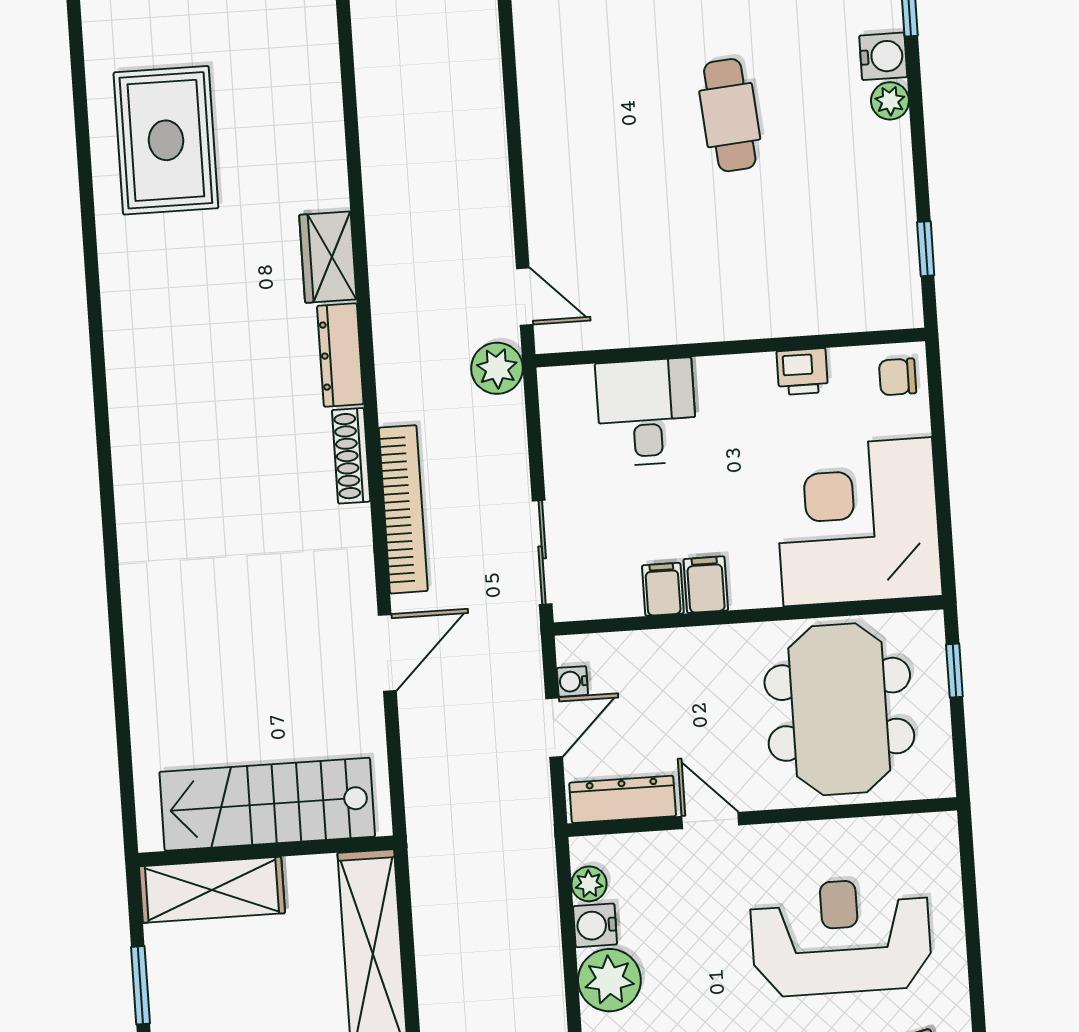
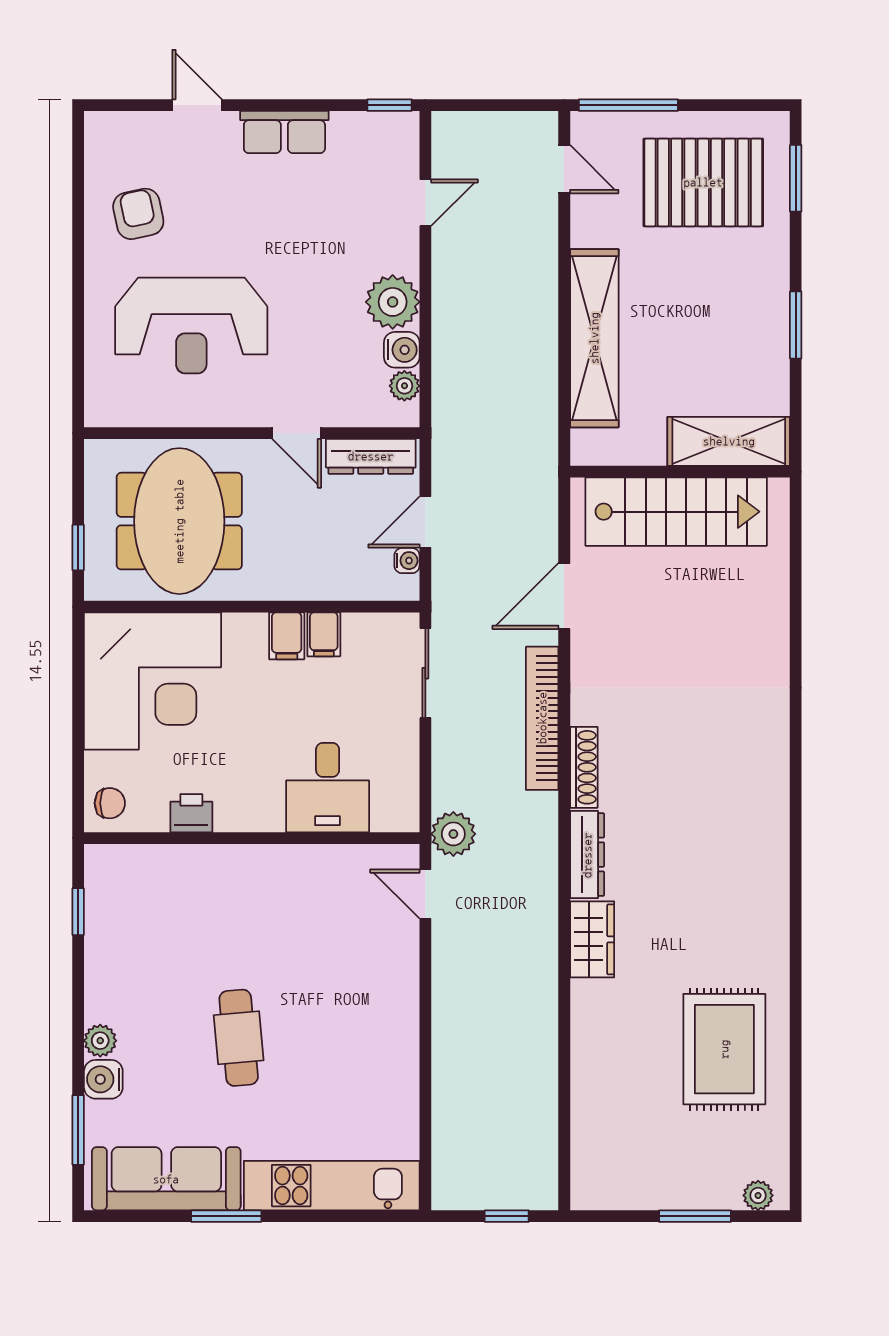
stairs: (267, 804) -> (676, 512), moved
wall: (266, 851) -> (680, 472), moved
shelving: (212, 890) -> (729, 441), moved

